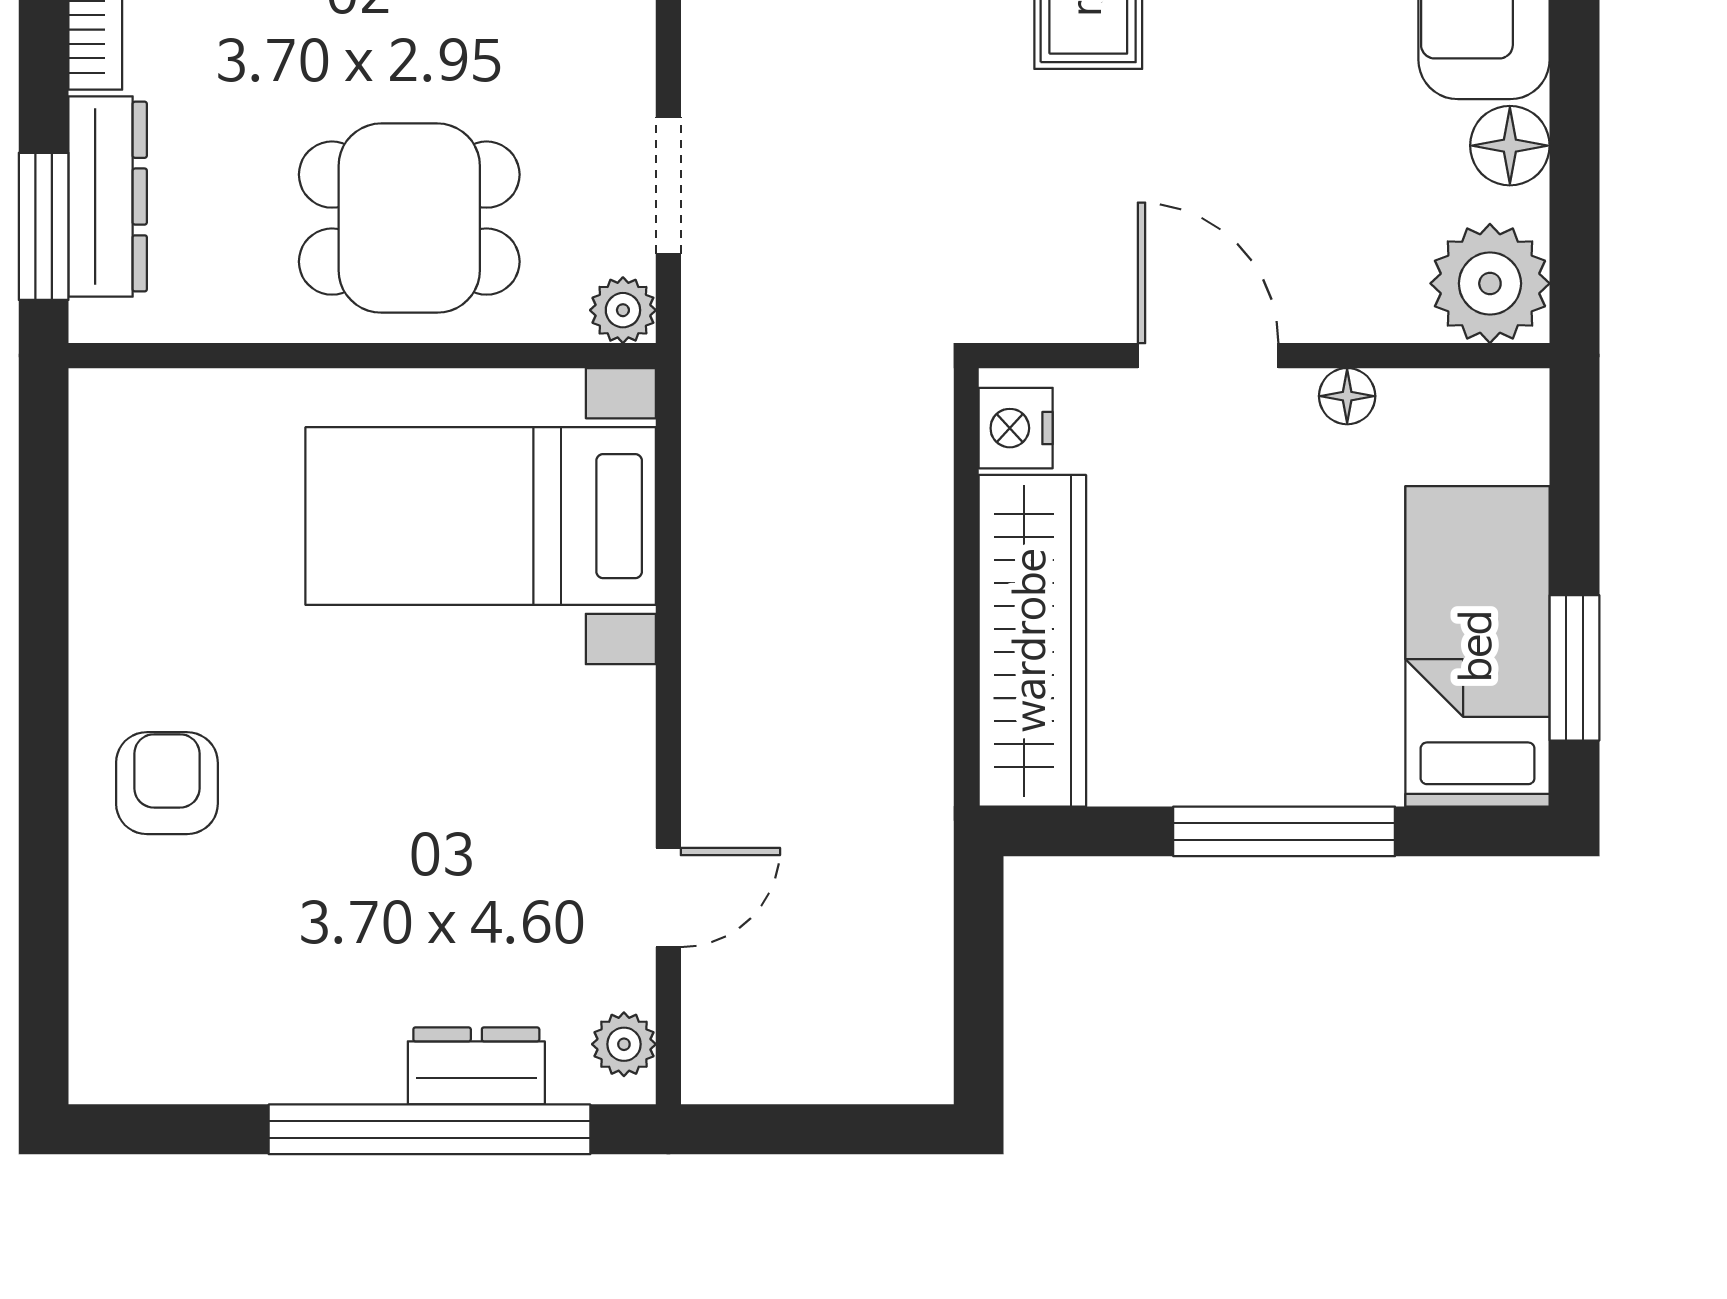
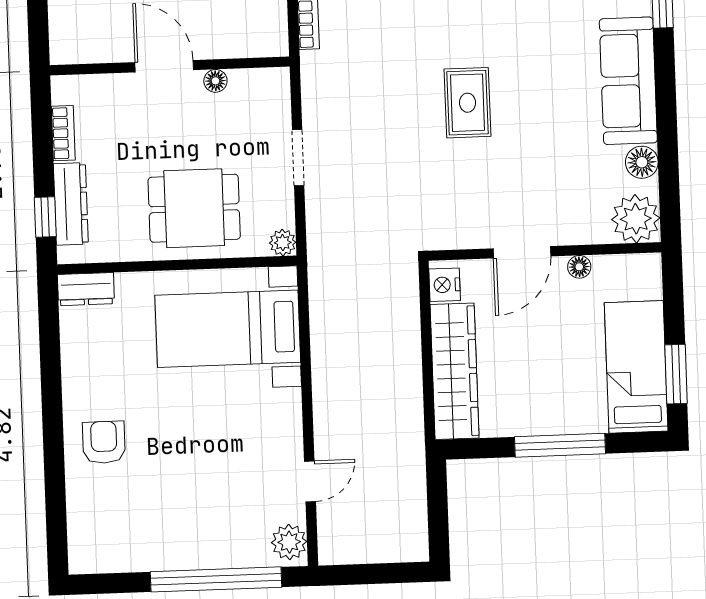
doorway: (668, 185) -> (298, 158), moved
window: (44, 226) -> (45, 217), width x0.67
door: (1208, 356) -> (522, 252), swing flipped
plant: (624, 1044) -> (289, 542), width x1.38, depth x1.38
dresser: (476, 1066) -> (86, 289), moved, turned 180

